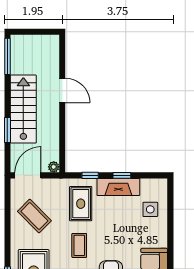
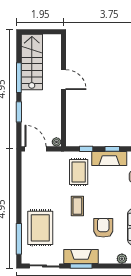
window: (7, 56) -> (19, 78), moved
stairs: (23, 109) -> (32, 62), moved
door: (28, 175) -> (36, 149), hinge flipped
coffee table: (34, 216) -> (41, 182), removed

